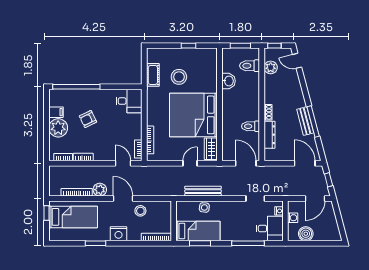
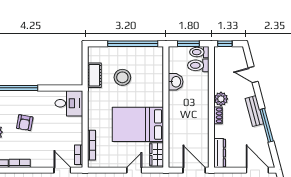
window: (189, 46) -> (133, 44), width x3.17
door: (297, 61) -> (253, 75), moved
plant: (271, 67) -> (221, 99), moved
bed: (193, 115) -> (138, 124), width x0.73
armchair: (88, 119) -> (25, 123), turned -54
bench: (305, 121) -> (254, 111), moved
toilet: (251, 126) -> (199, 52), moved
dresser: (270, 135) -> (220, 153), moved

